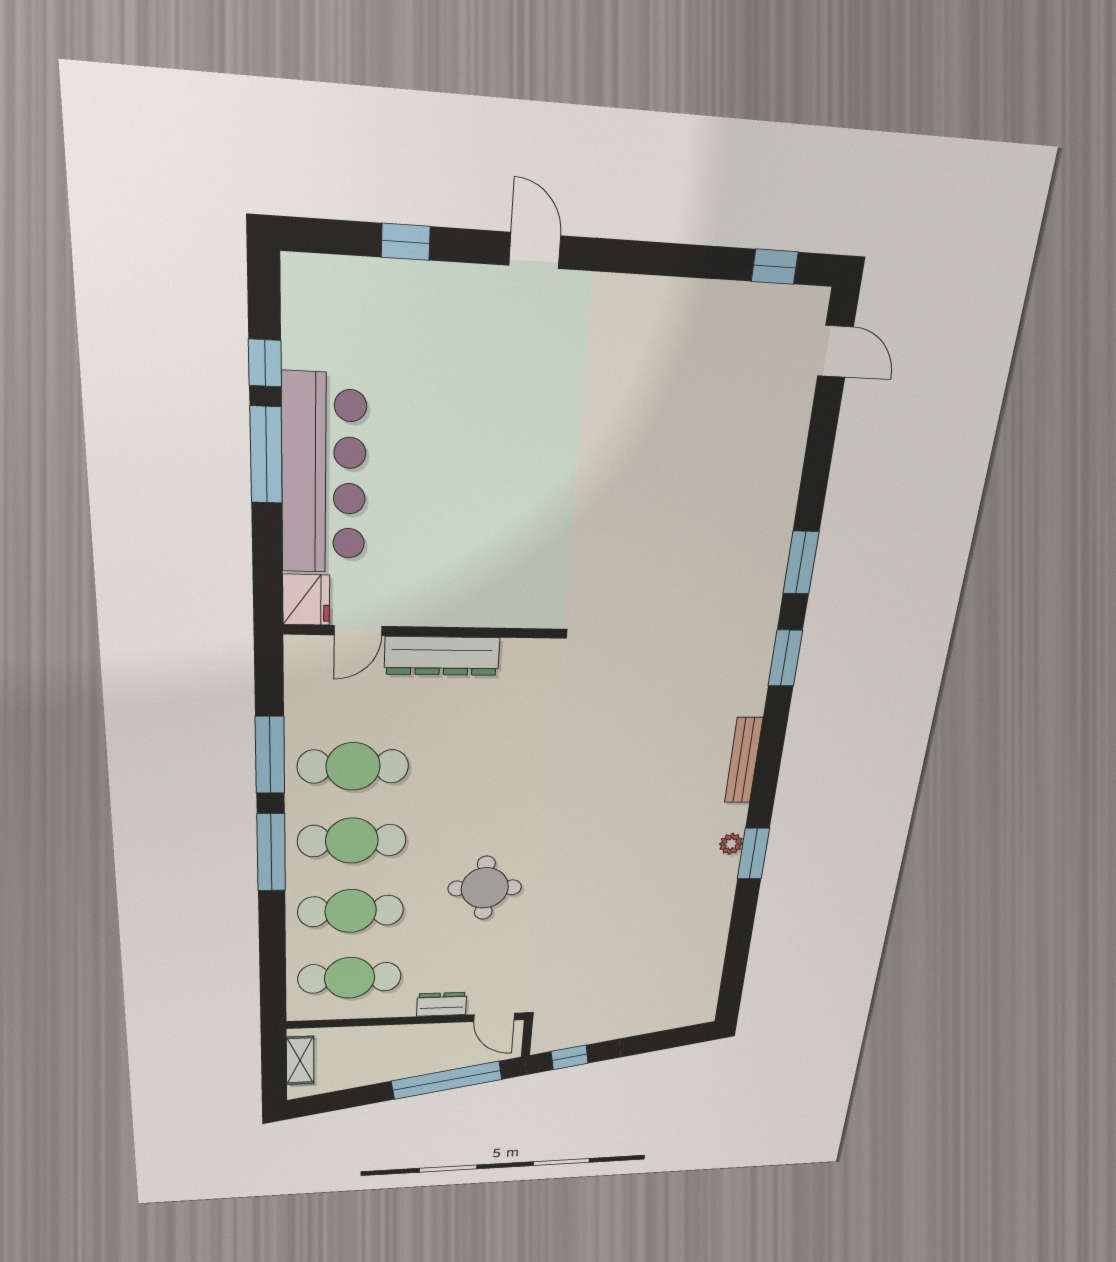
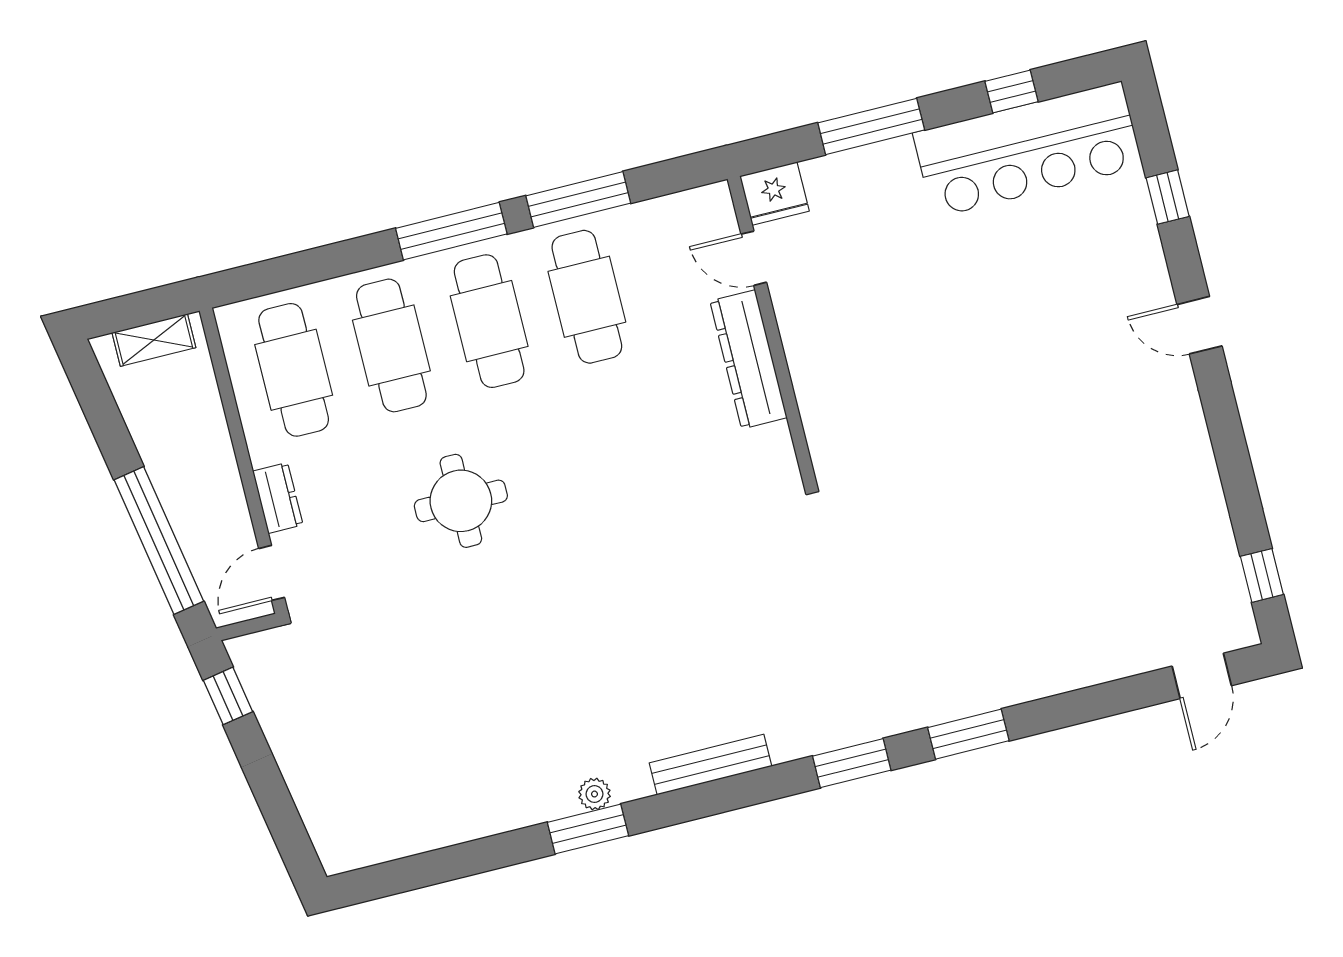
door: (535, 250) -> (1199, 325), swing flipped
window: (266, 455) -> (871, 126), moved
bar counter: (324, 475) -> (1028, 150), moved

